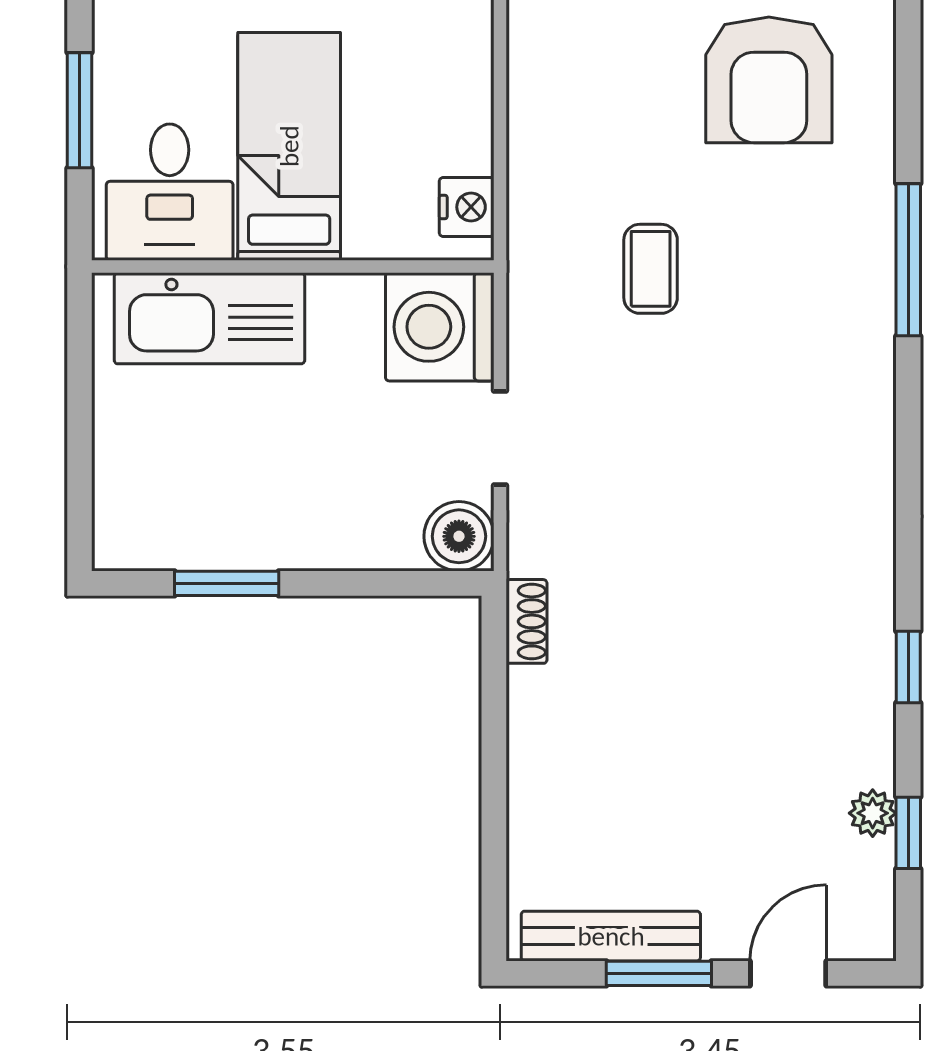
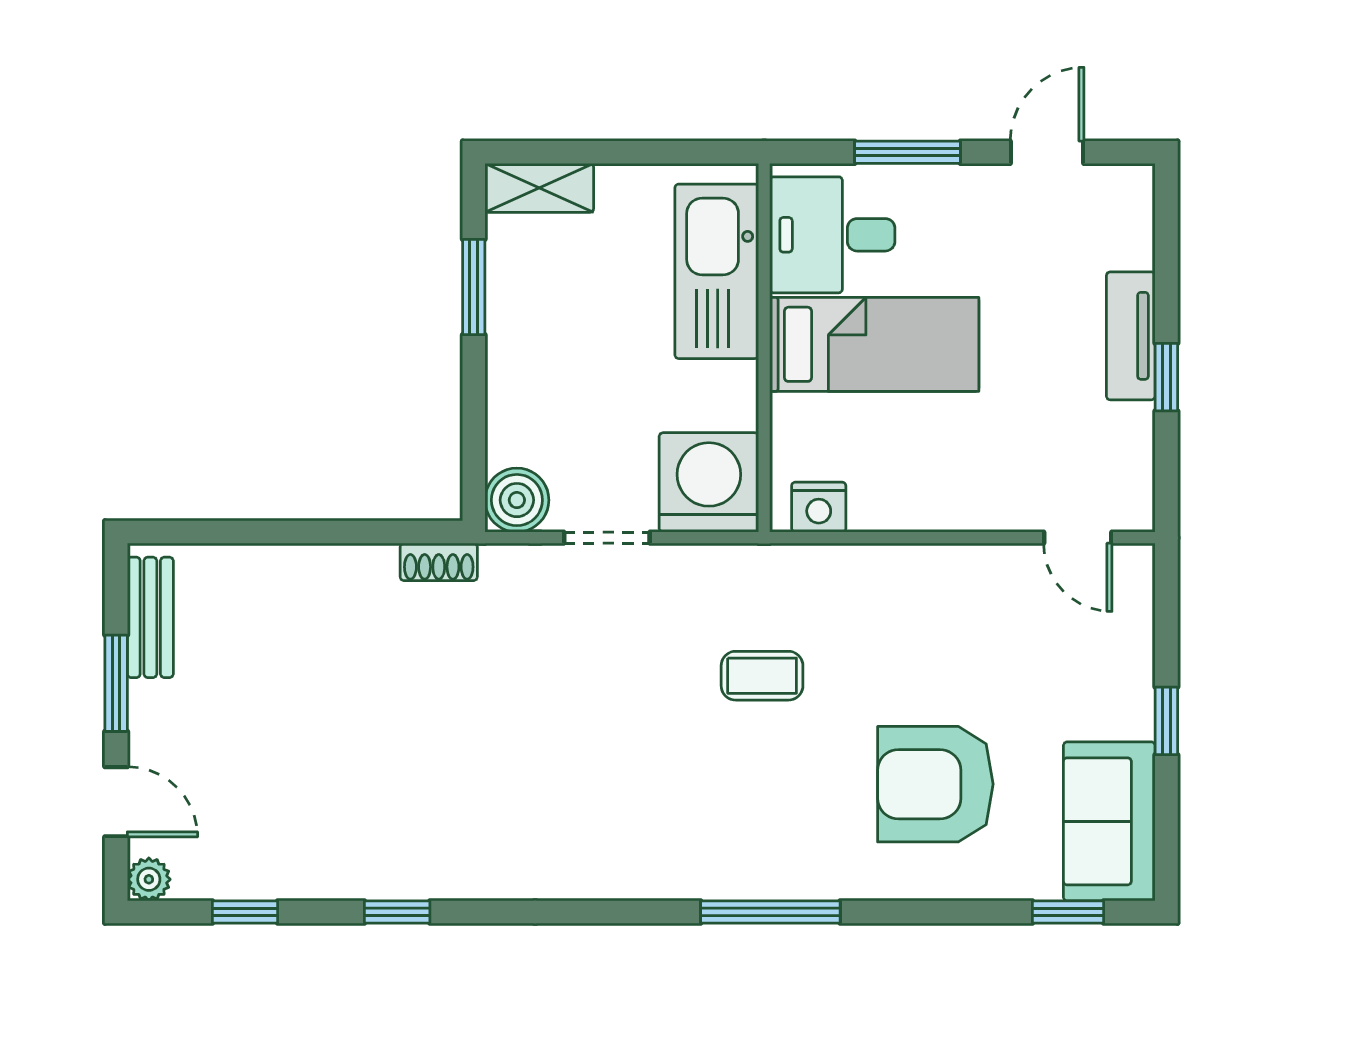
shelving: (118, 512) -> (539, 188), added
plant: (873, 813) -> (149, 879), moved
bench: (611, 936) -> (150, 617), width x0.73

